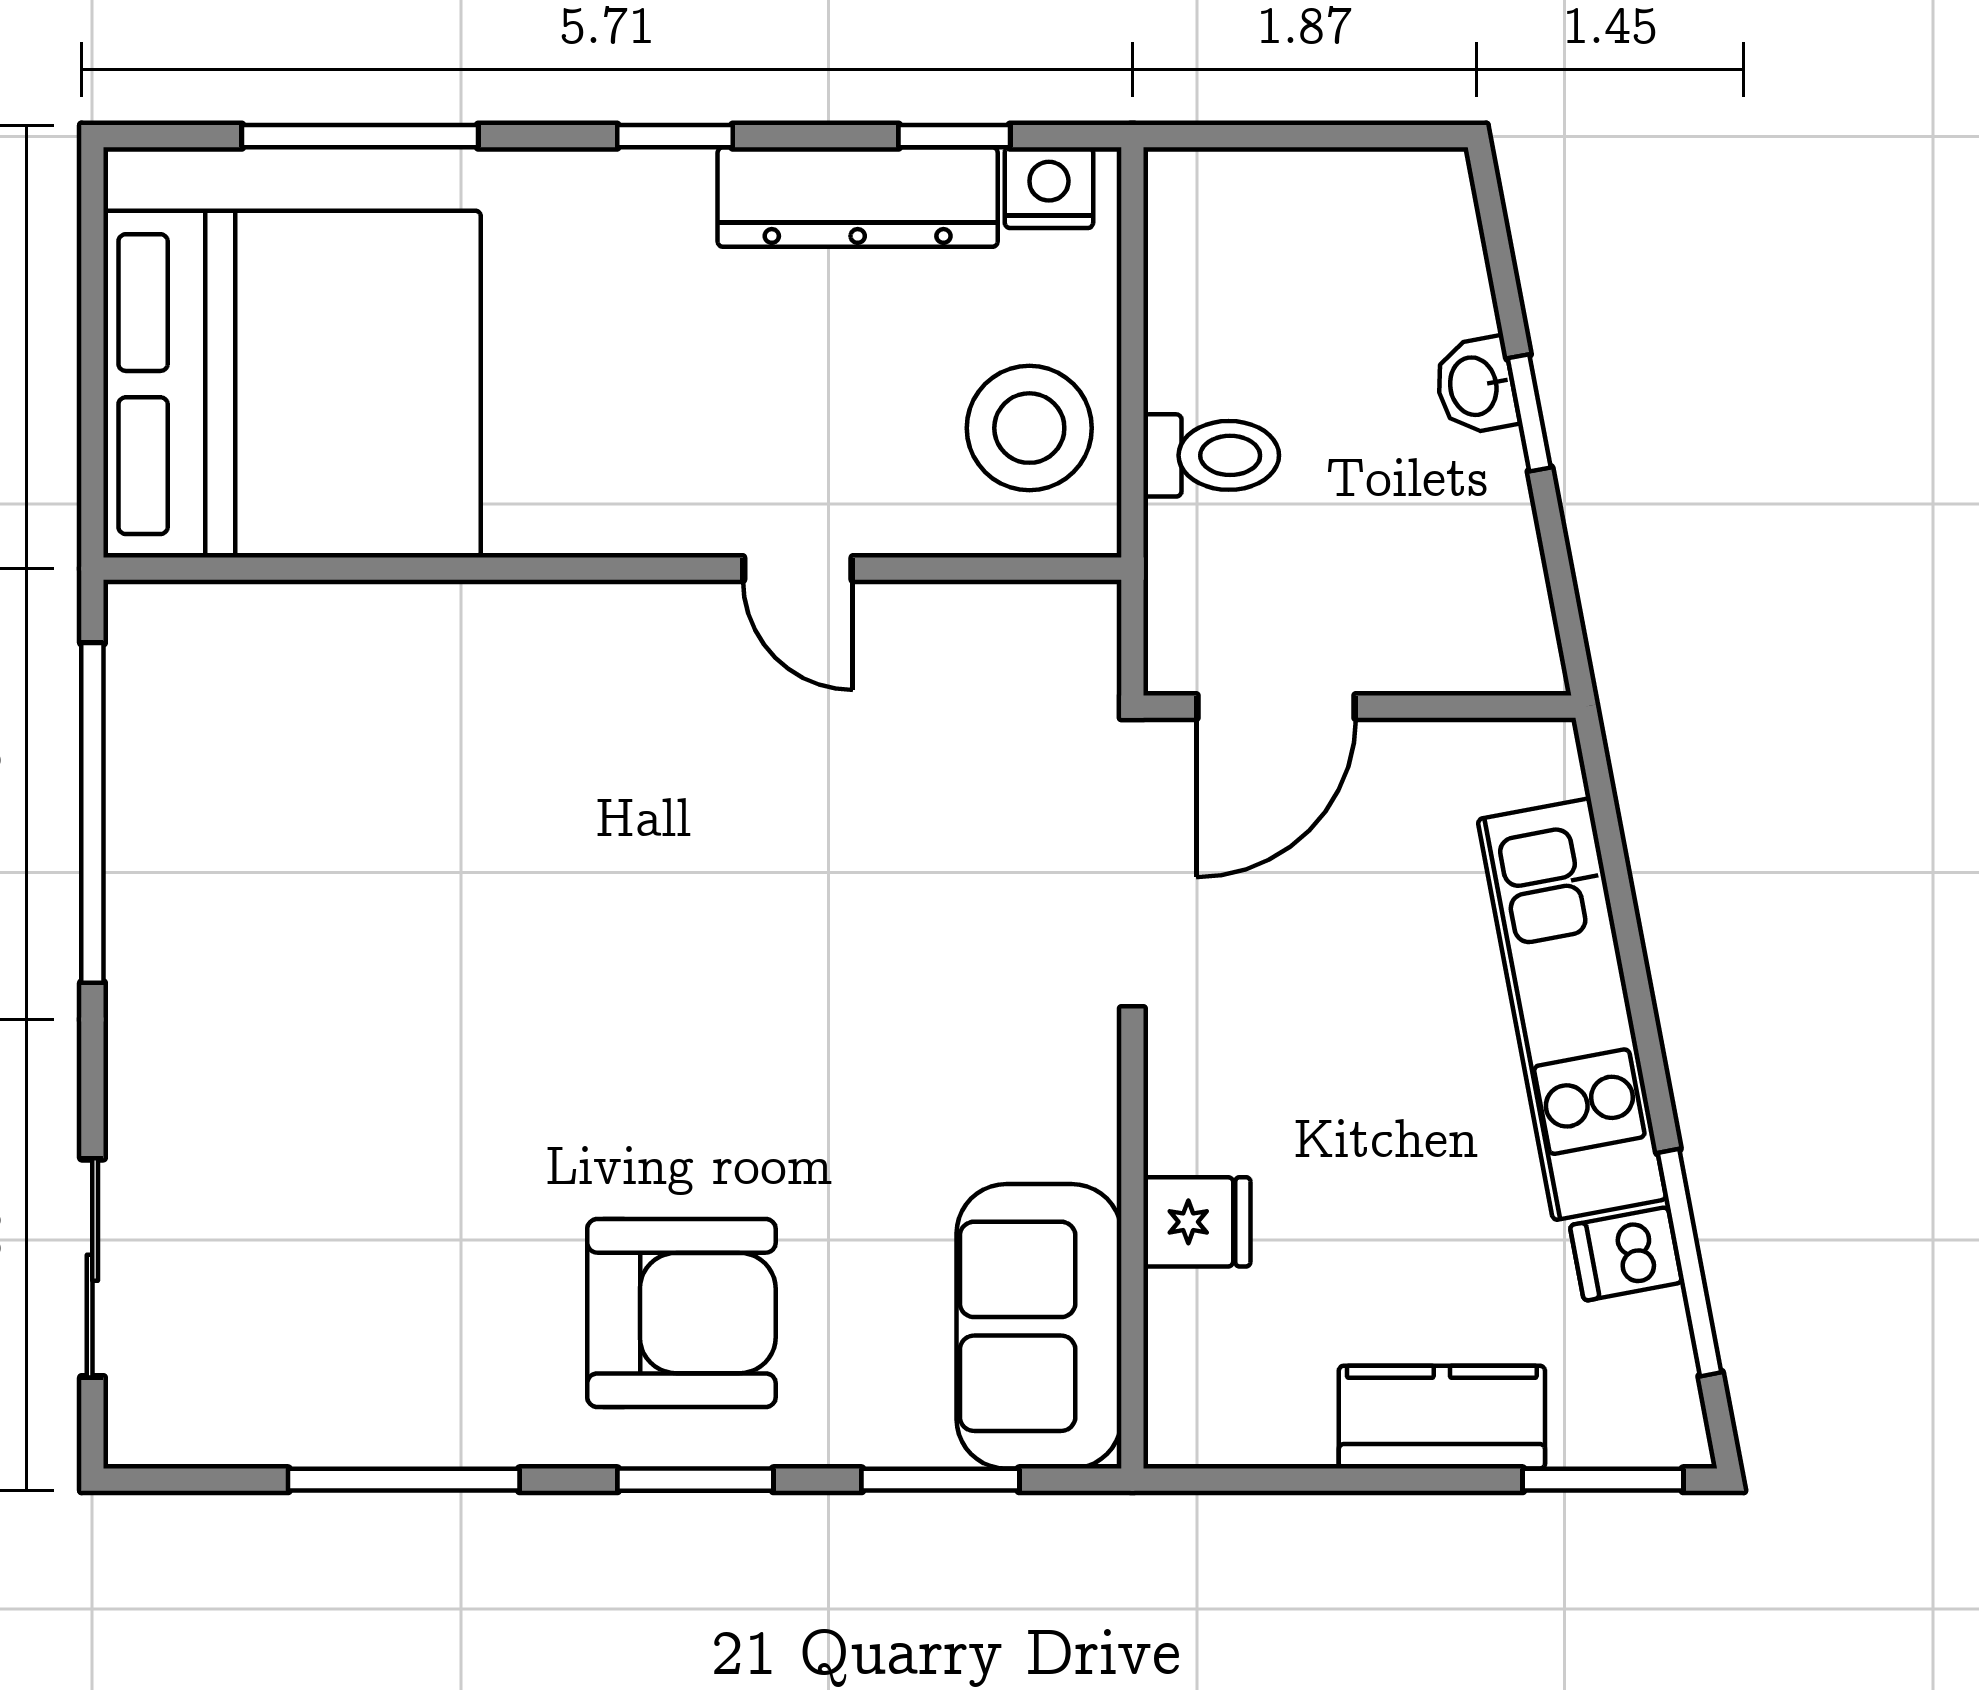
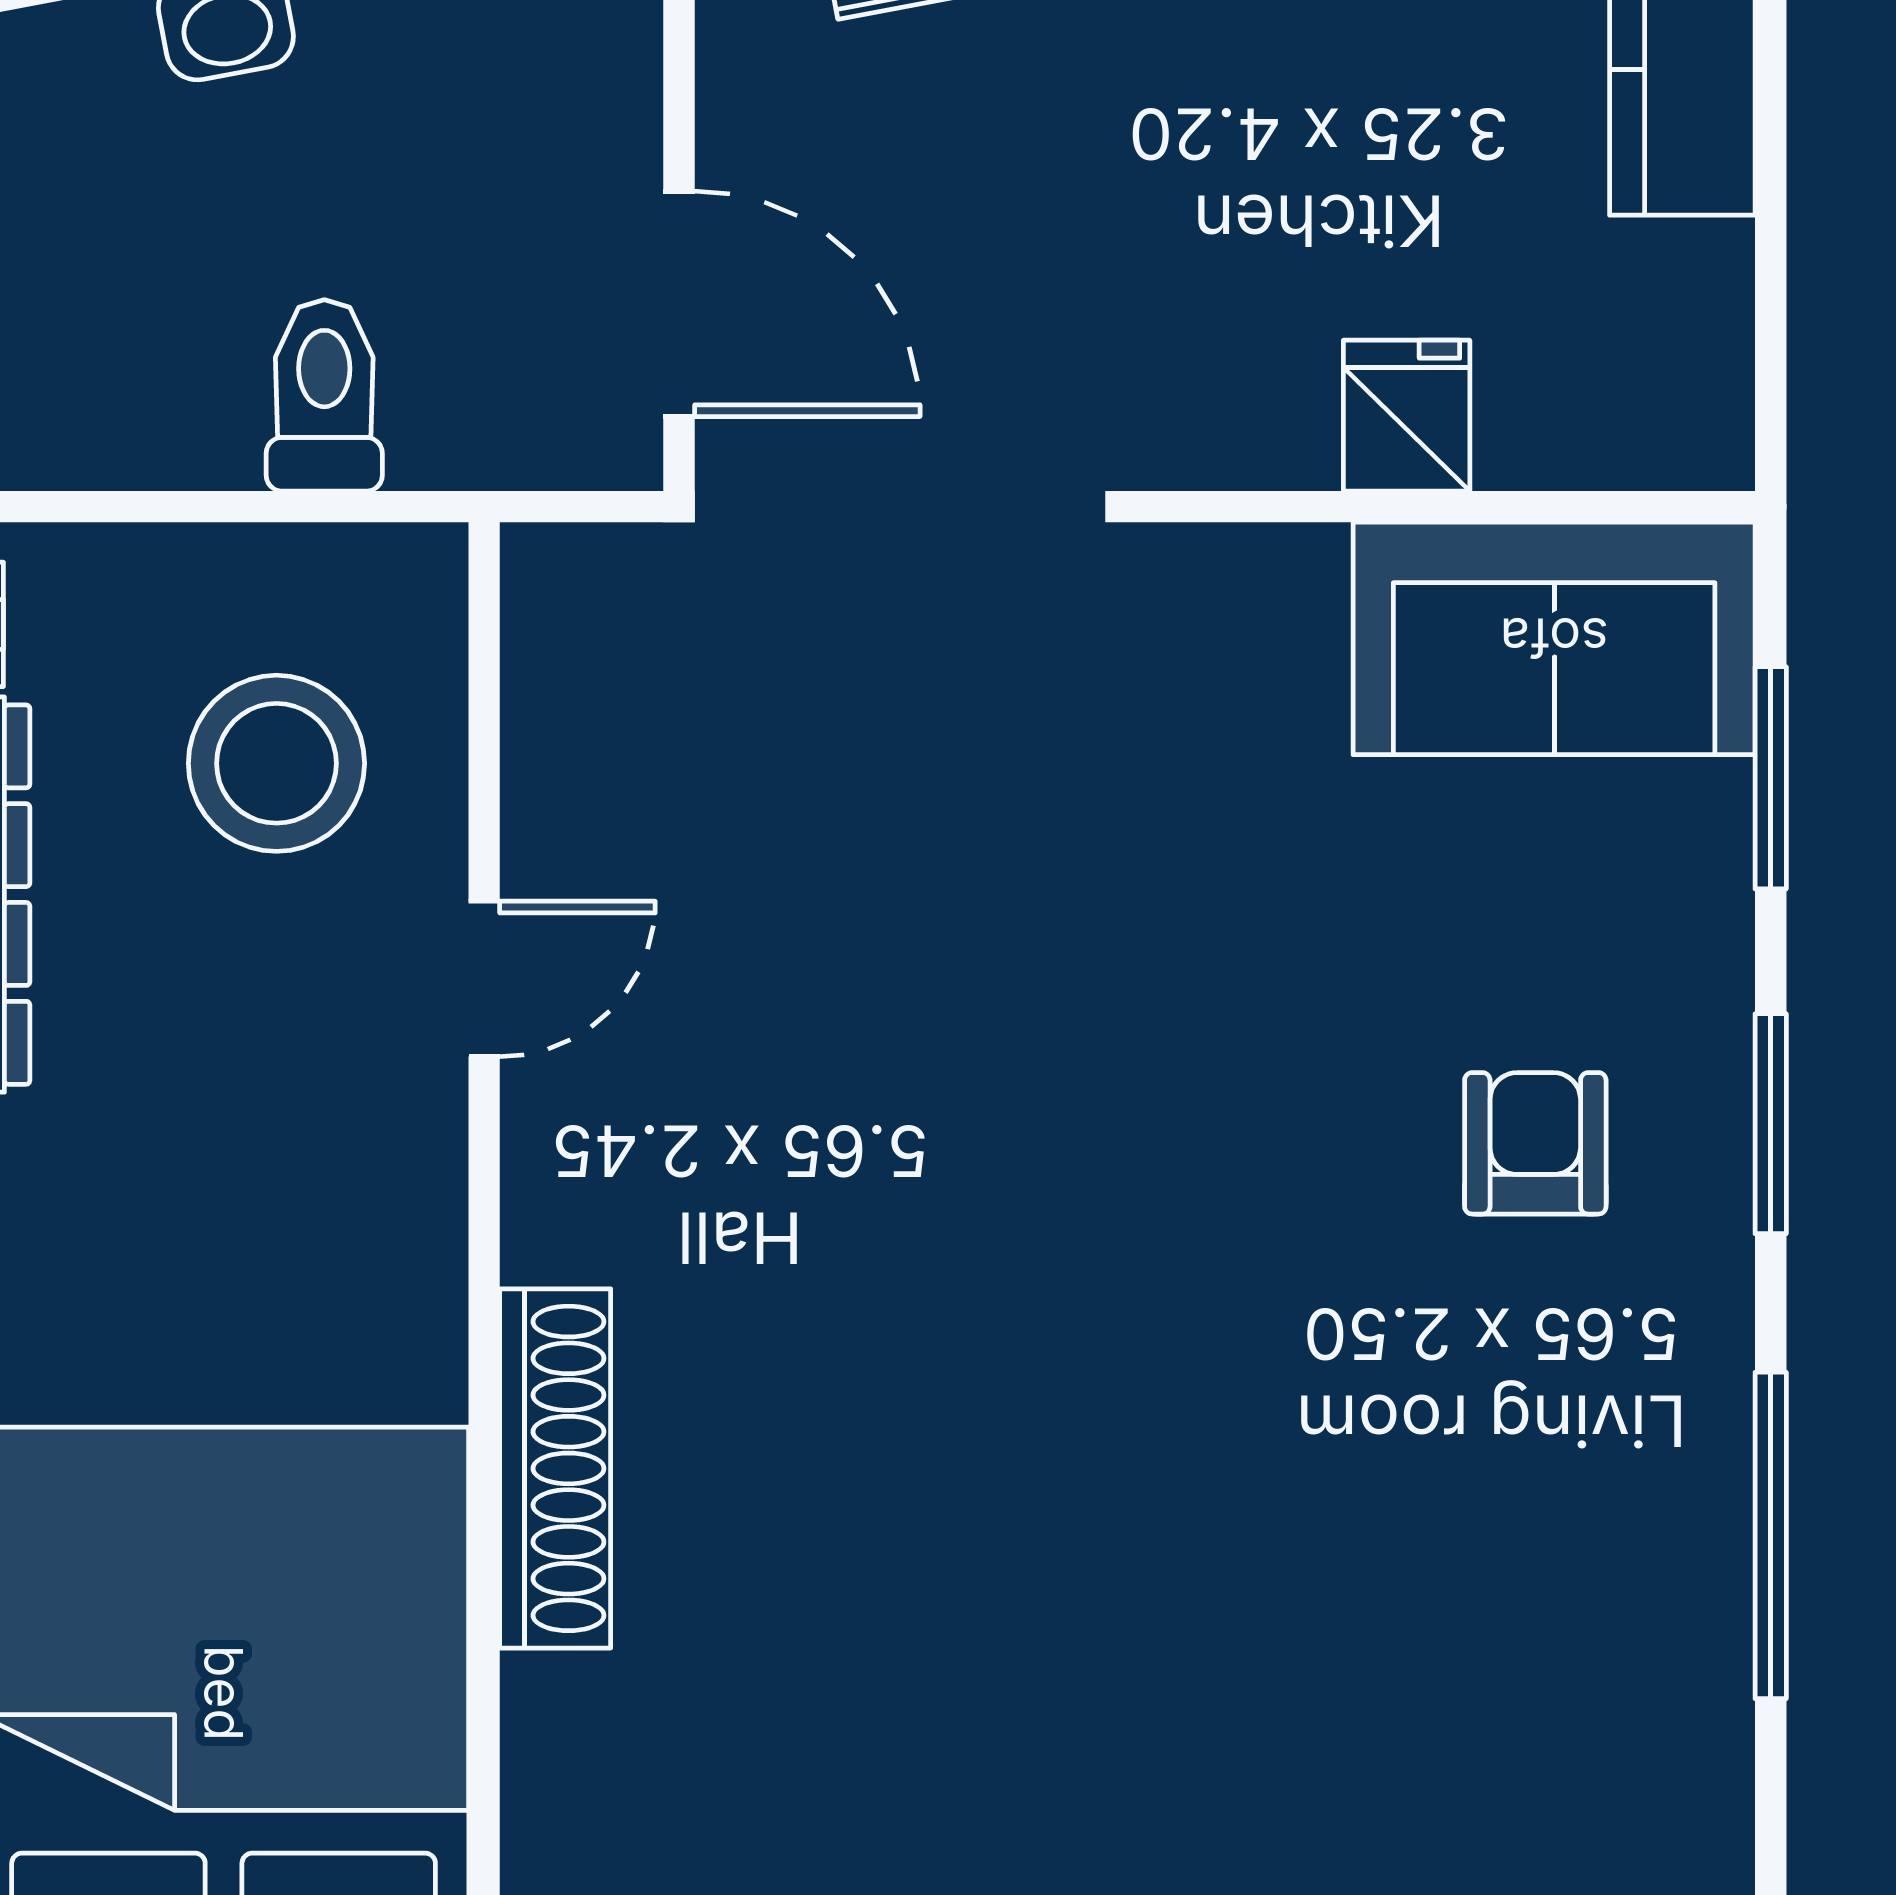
stool: (1029, 428) -> (276, 763), moved
shoe rack: (451, 619) -> (555, 1468), added
armchair: (681, 1313) -> (1535, 1143), width x0.53, depth x0.53

